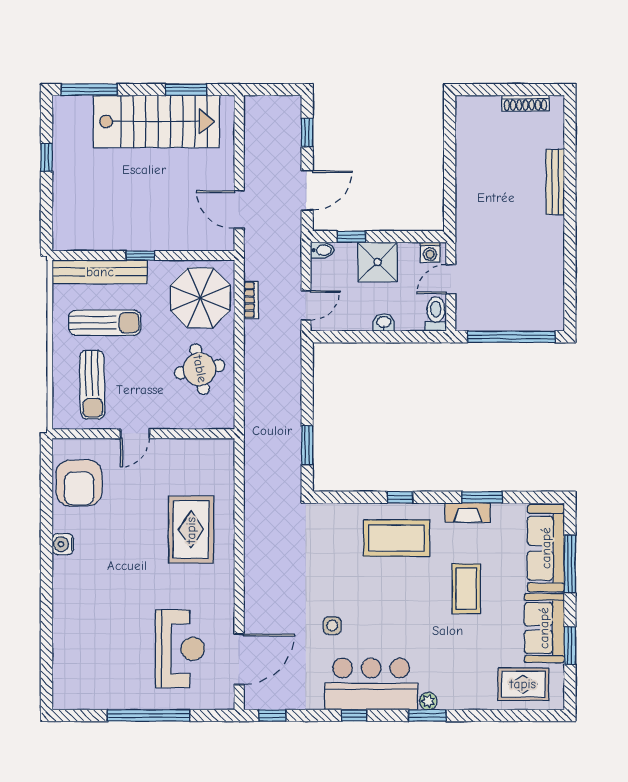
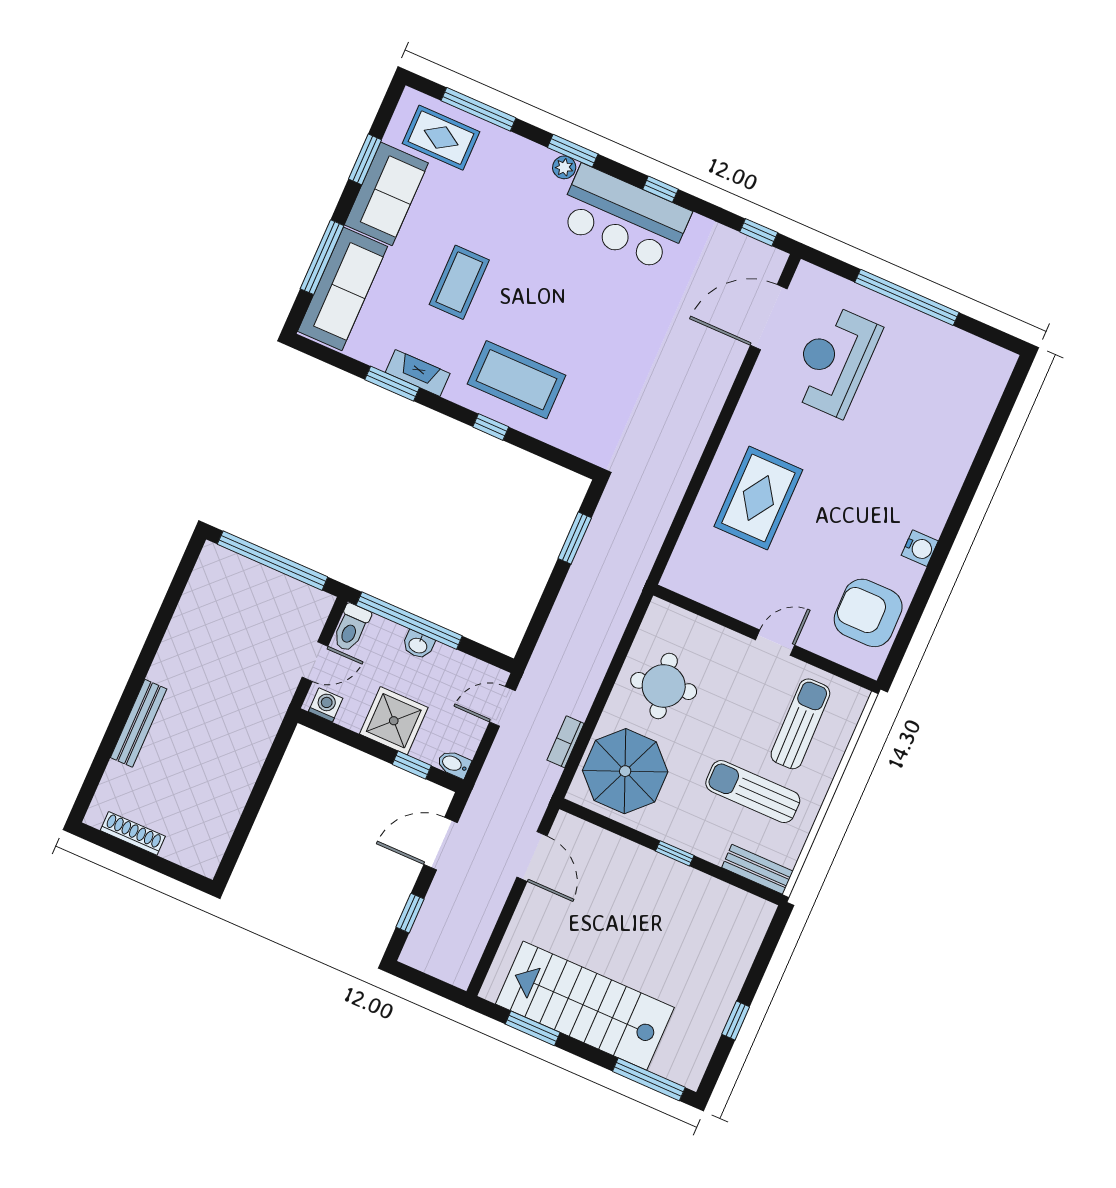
bench: (100, 272) -> (757, 869), width x0.54, depth x0.82
window: (397, 337) -> (409, 621), added
armchair: (79, 483) -> (868, 613), turned -90
side table: (332, 626) -> (639, 308), removed
window: (506, 715) -> (478, 109), added

